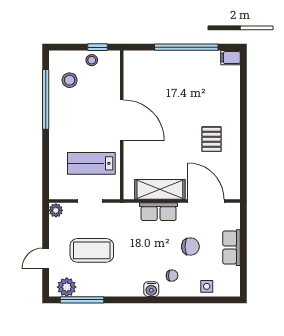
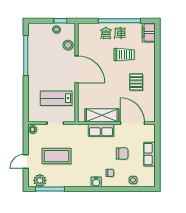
filing cabinet: (230, 58) -> (149, 33), width x2.00
stool: (70, 80) -> (68, 45), moved
trolley: (193, 98) -> (124, 54), added

